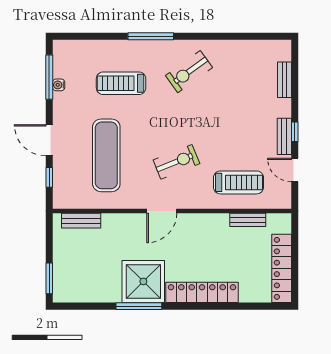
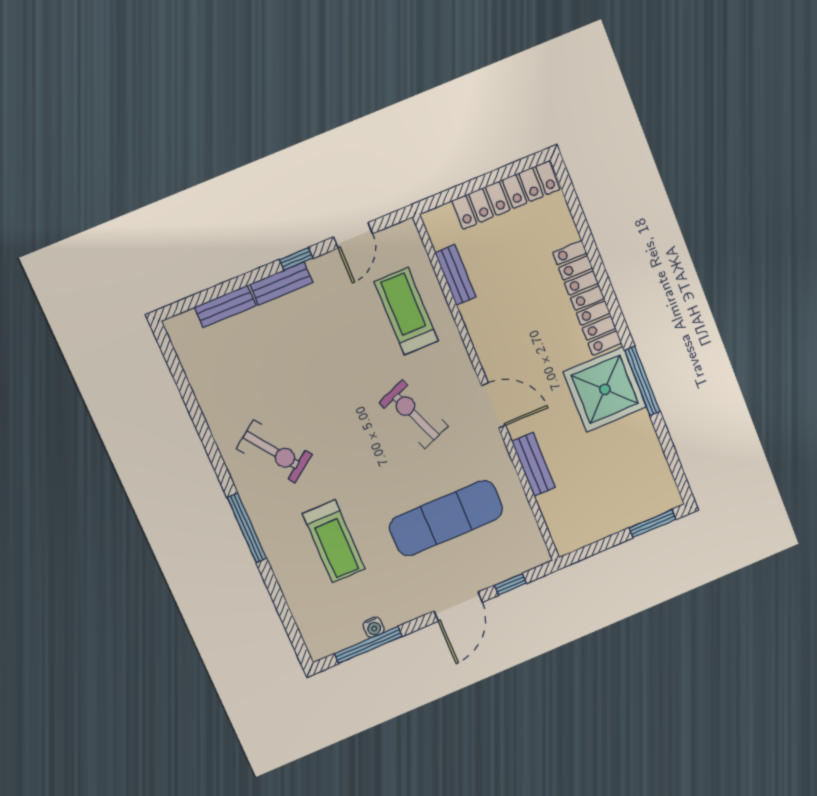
bench: (284, 136) -> (281, 283), moved
bench: (81, 221) -> (533, 464), moved

